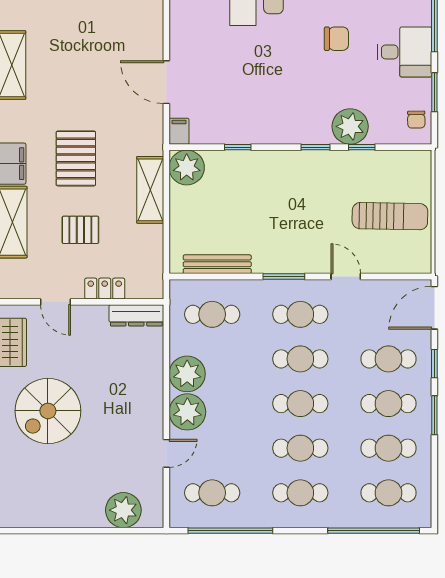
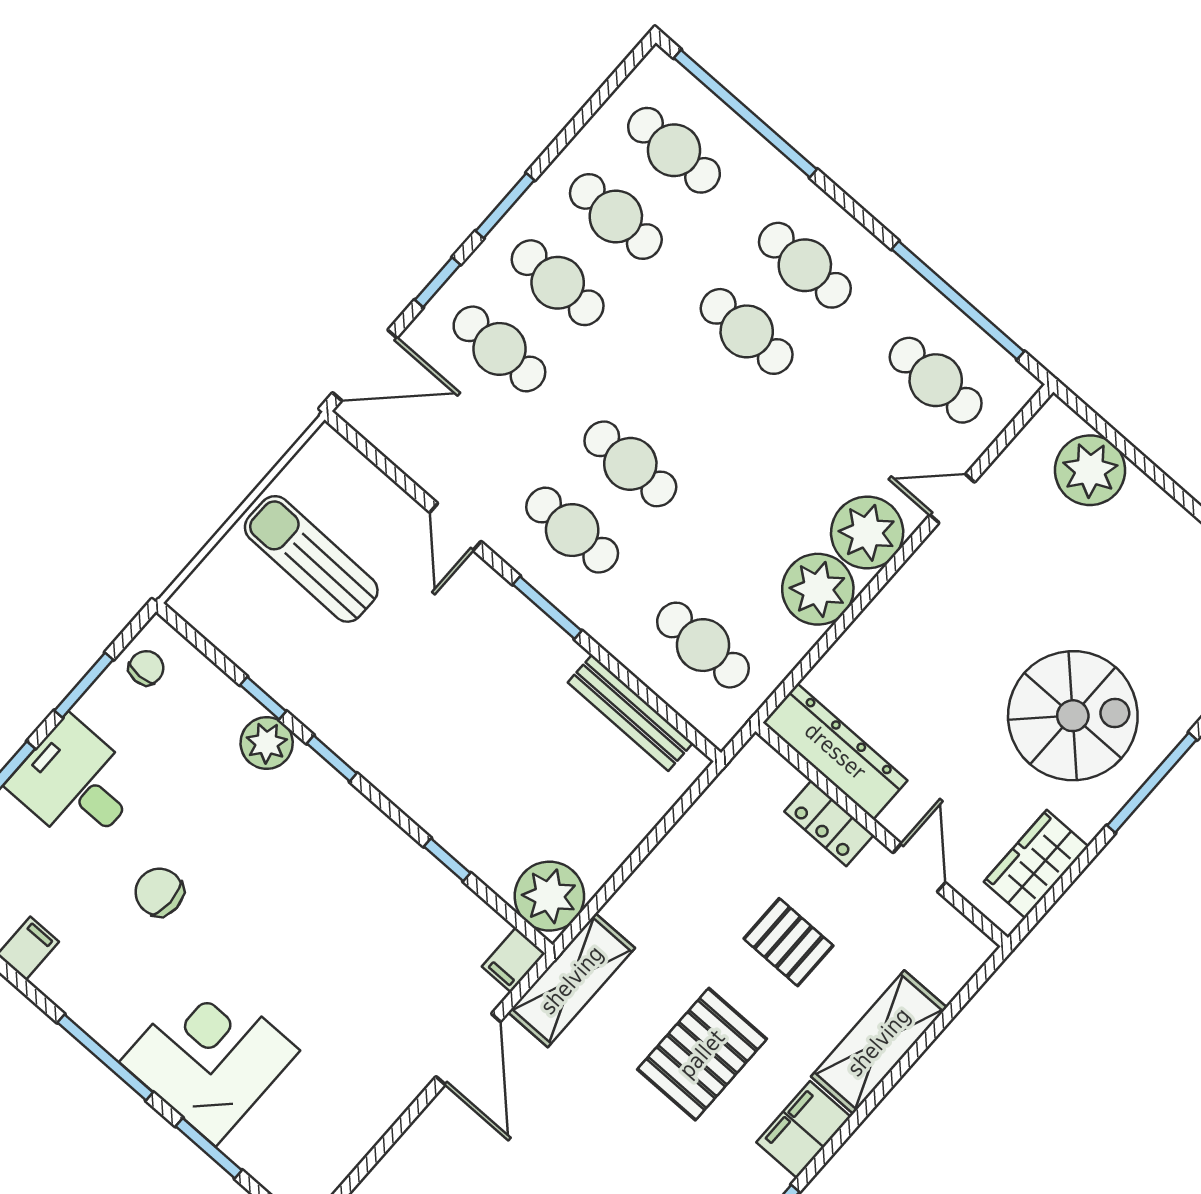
plant: (350, 126) -> (267, 743), width x0.73, depth x0.73
shelving: (150, 190) -> (572, 980), moved
dresser: (136, 315) -> (835, 751), width x1.37, depth x1.24
cafe table: (300, 404) -> (688, 398), removed

